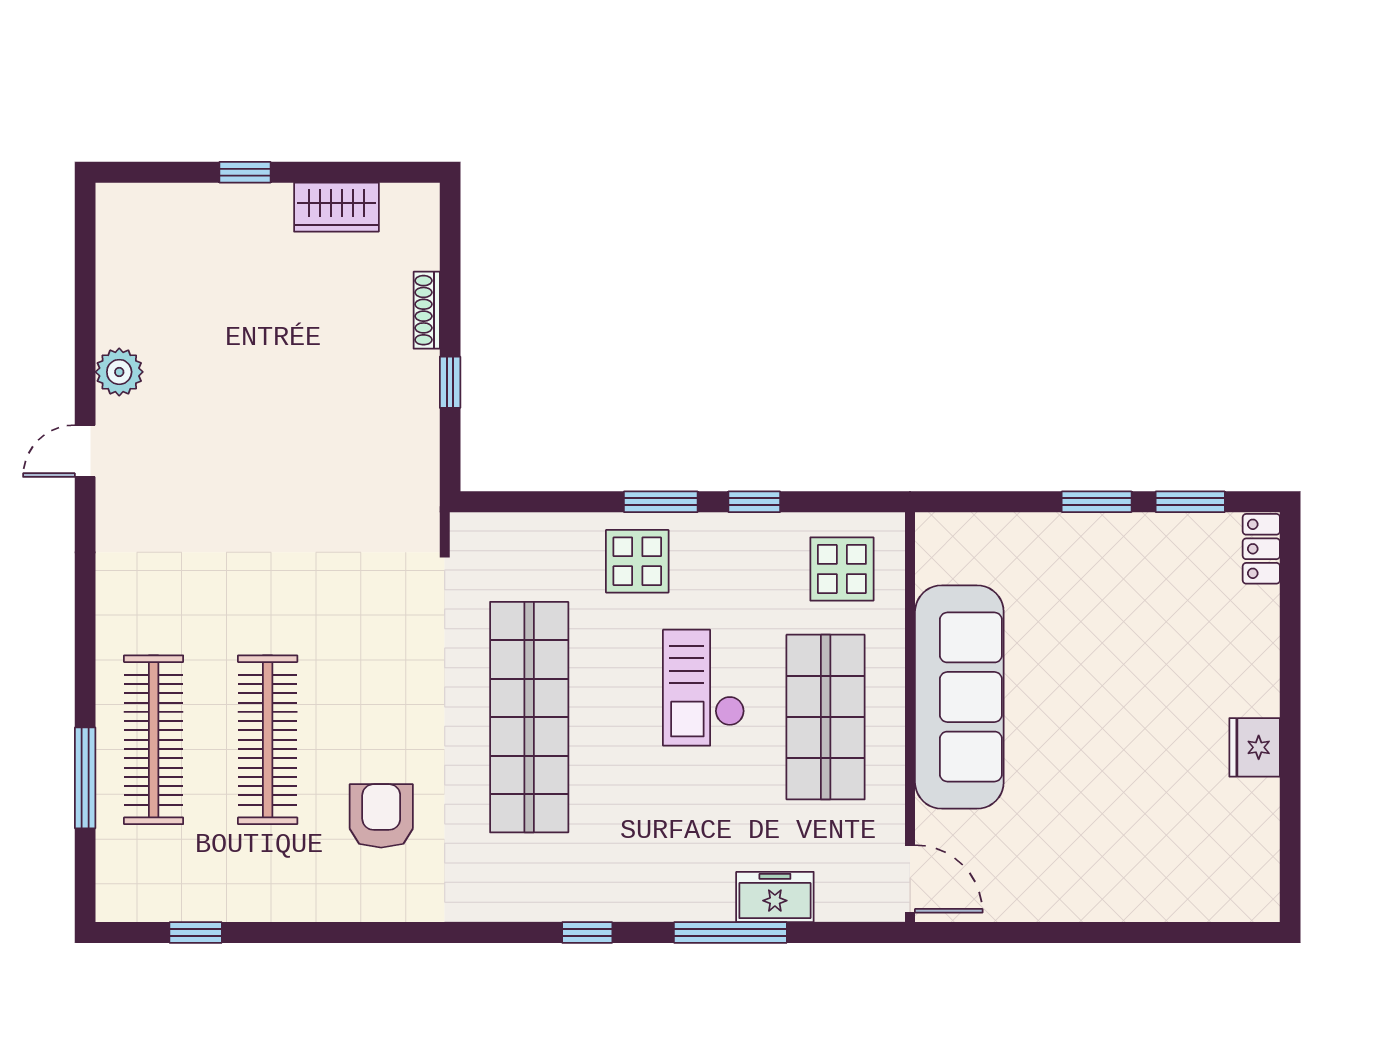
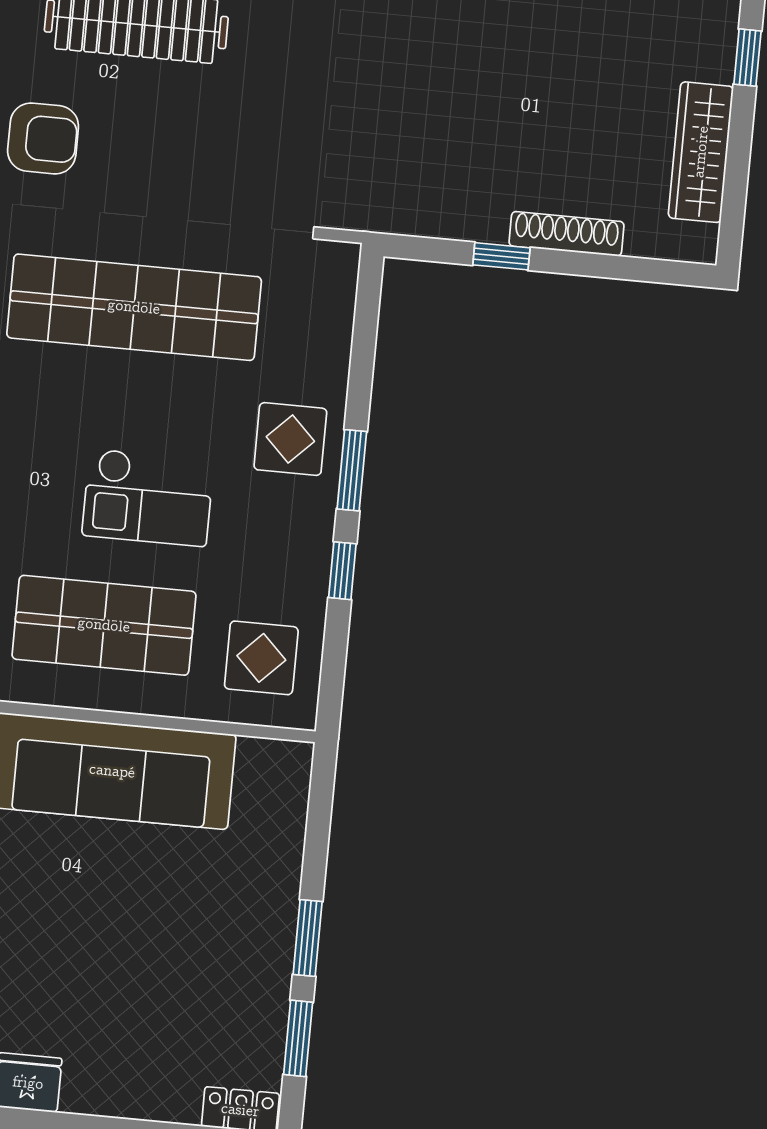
wardrobe: (336, 207) -> (701, 152), width x1.50
shoe rack: (427, 310) -> (567, 234), width x1.36, depth x1.24
checkout: (704, 688) -> (148, 497), turned 180

